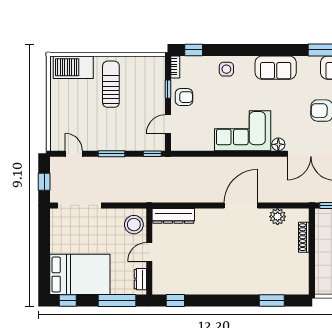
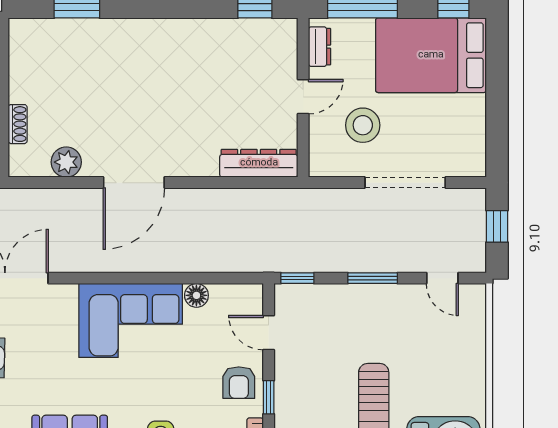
armchair: (184, 97) -> (239, 383), turned -90
door: (168, 124) -> (269, 333), swing flipped
floor lamp: (278, 144) -> (196, 295), moved
doorway: (79, 205) -> (405, 183), moved
stool: (134, 225) -> (363, 125), moved
shoe rack: (304, 237) -> (18, 124), width x0.70

